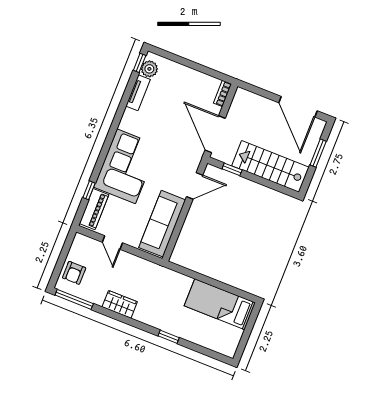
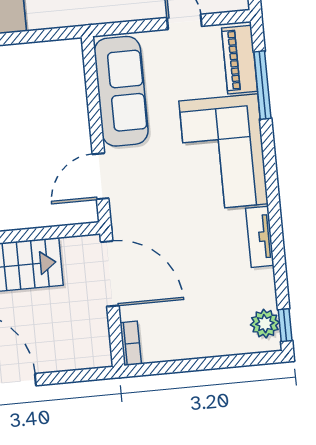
tv unit: (138, 93) -> (260, 237), moved
window: (232, 169) -> (55, 232), removed
window: (89, 190) -> (262, 85), width x2.17

